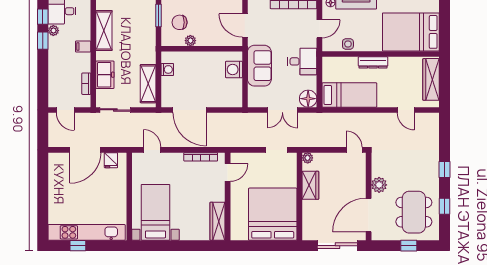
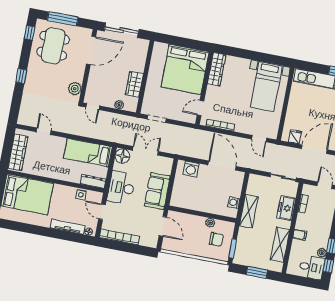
door: (319, 29) -> (102, 212), hinge flipped
desk: (302, 61) -> (121, 188), width x1.37
dresser: (373, 62) -> (93, 181), moved
washing machine: (234, 69) -> (191, 169), moved, turned 90
shelving: (148, 84) -> (249, 211), moved
plant: (308, 158) -> (119, 105), moved
plant: (379, 185) -> (75, 89), moved
window: (444, 206) -> (30, 33), moved
bed: (273, 214) -> (185, 69), moved
window: (409, 246) -> (63, 19), width x2.17

